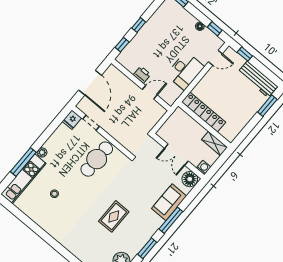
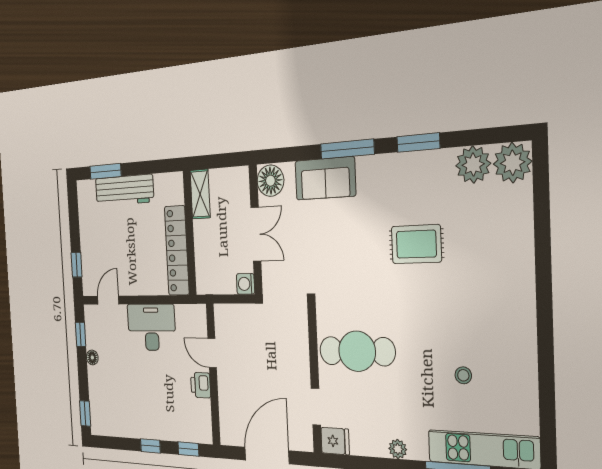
door: (215, 58) -> (108, 300), hinge flipped
workbench: (258, 79) -> (124, 190), moved, turned 90
plant: (42, 152) -> (398, 449), moved
washing machine: (204, 168) -> (246, 284), moved

